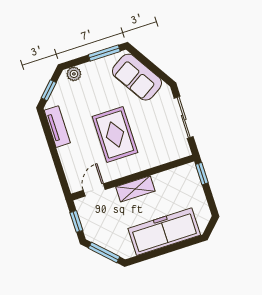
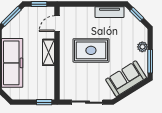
plant: (74, 74) -> (142, 47), moved
door: (94, 190) -> (57, 24), swing flipped

